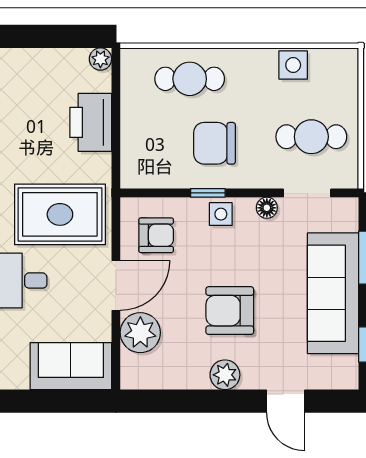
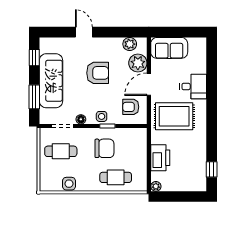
plant: (225, 375) -> (130, 44), moved
door: (286, 401) -> (84, 32), moved

